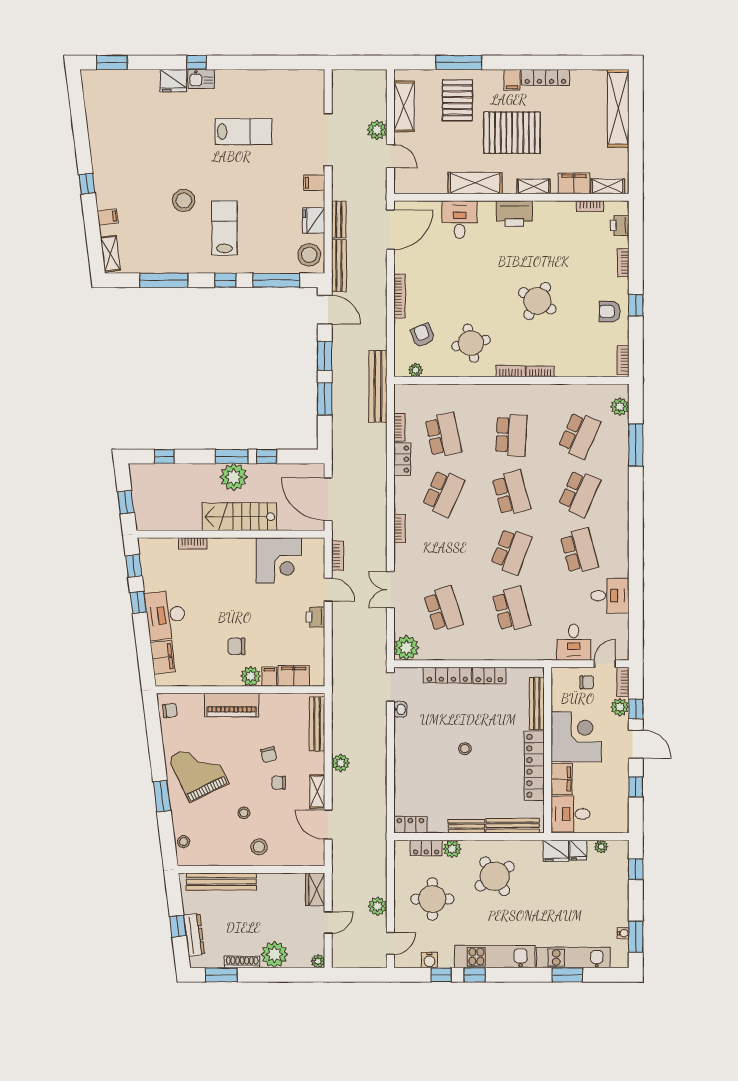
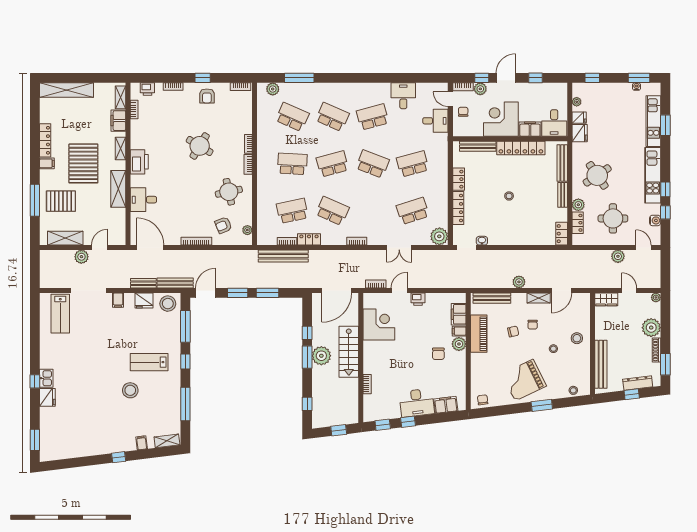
lab bench: (243, 132) -> (60, 314), moved, turned 180
bench: (378, 386) -> (283, 256), moved
piano: (232, 705) -> (479, 334), moved

